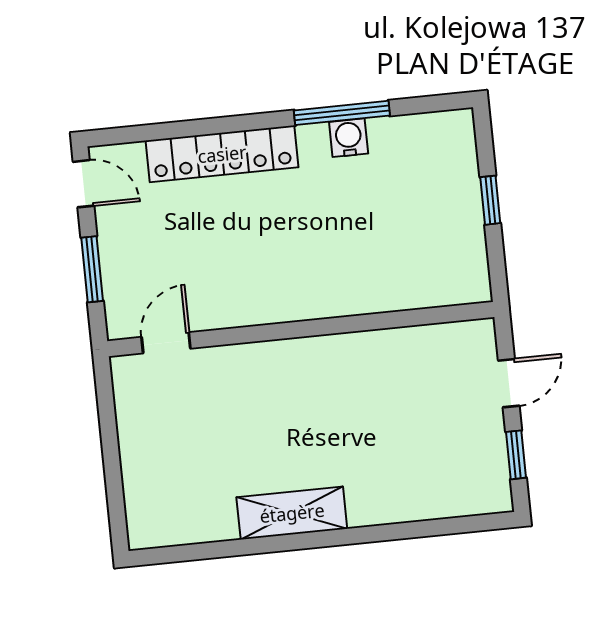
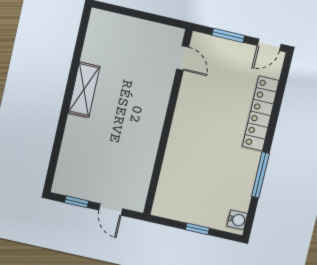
water cooler: (349, 138) -> (237, 220), moved

